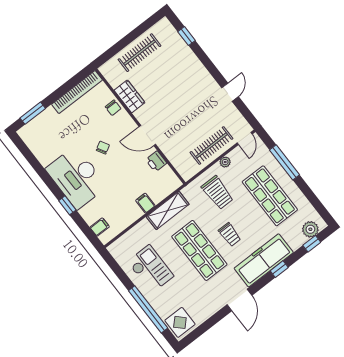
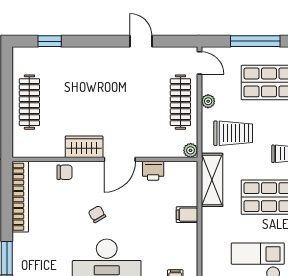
wardrobe: (130, 96) -> (84, 147), moved
plant: (187, 175) -> (191, 150), added
shelving: (168, 210) -> (212, 180), moved

